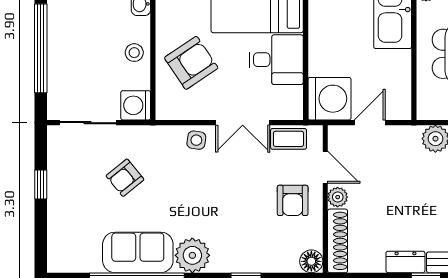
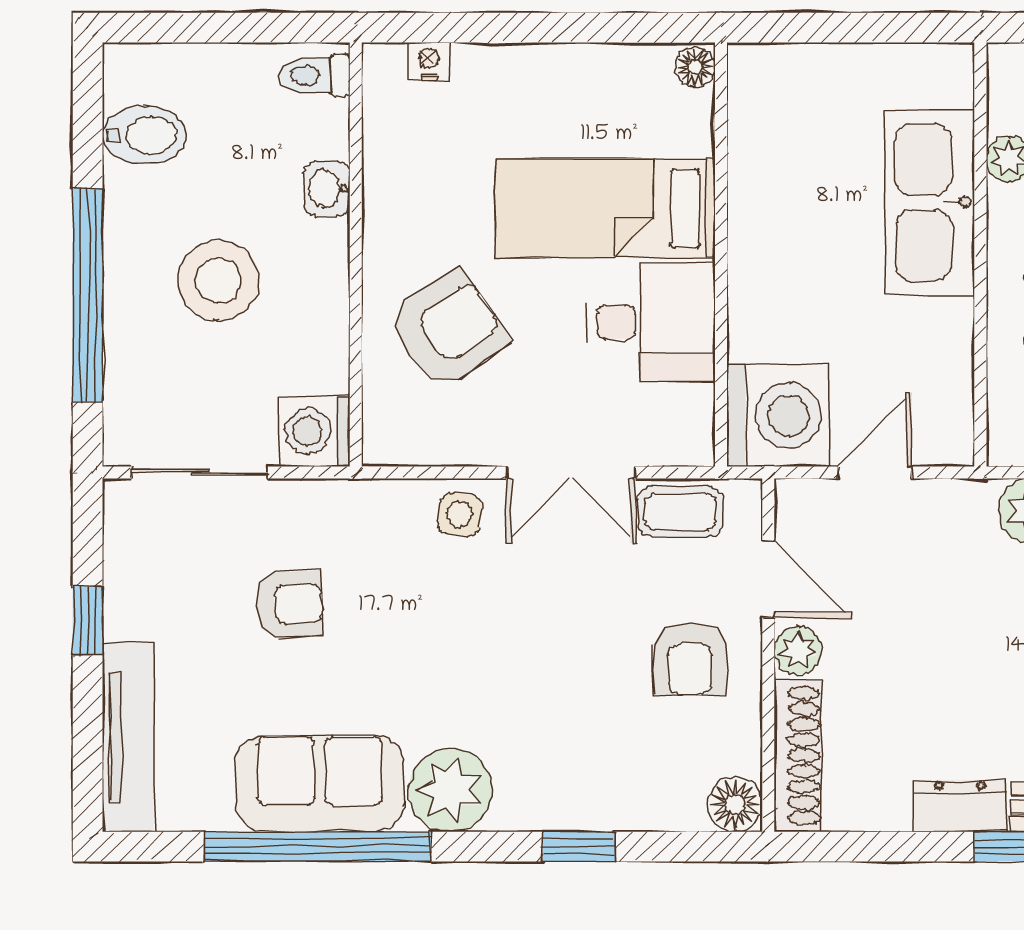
stool: (134, 53) -> (219, 280), moved, width x1.89, depth x1.89
armchair: (125, 178) -> (289, 604), turned -144
tv unit: (58, 233) -> (128, 737), added

